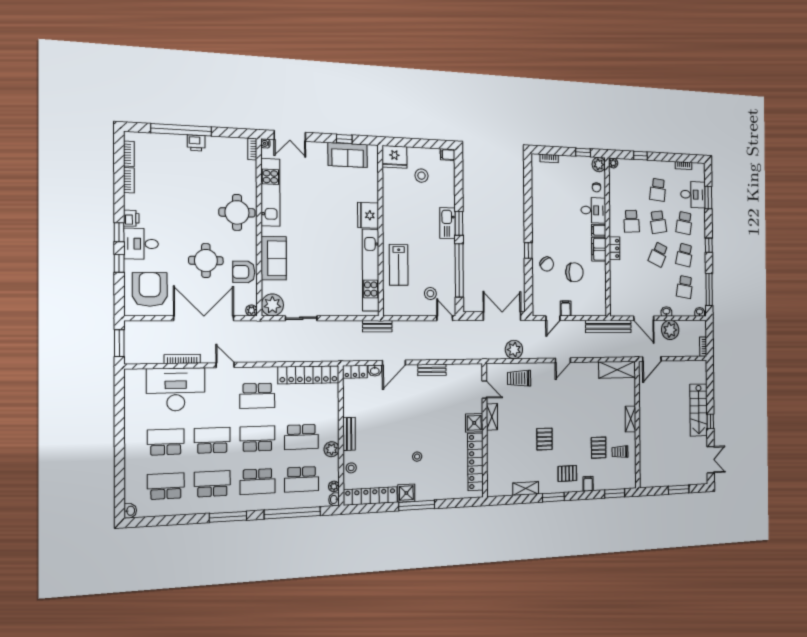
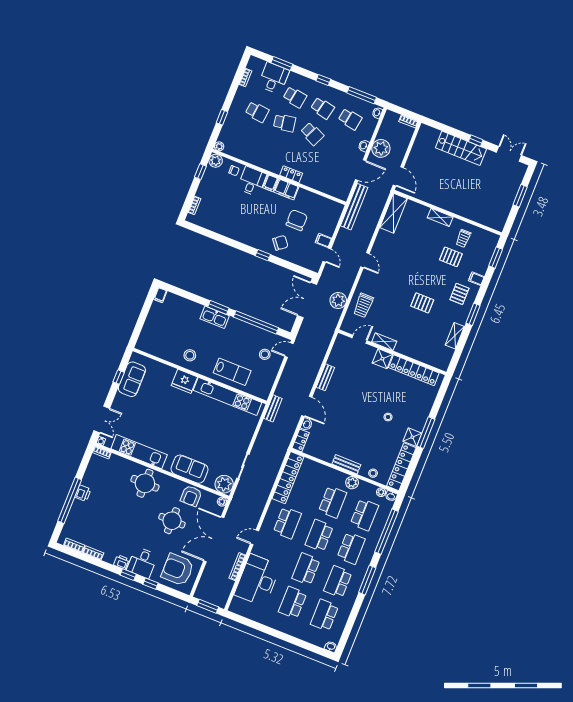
fridge: (394, 157) -> (147, 341), removed
stool: (421, 176) -> (190, 355), moved
school desk: (631, 221) -> (274, 149), removed

